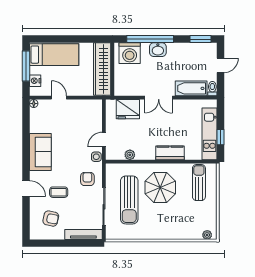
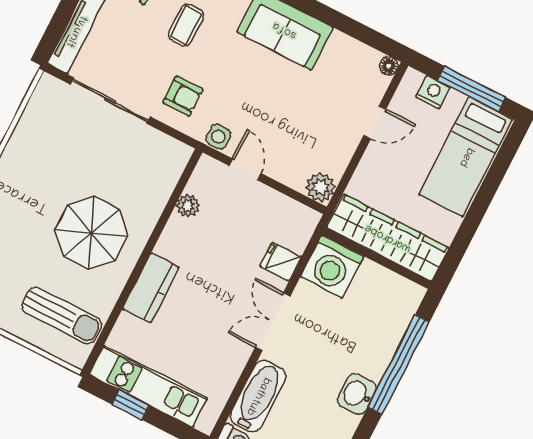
washbasin: (158, 50) -> (357, 394), moved
washing machine: (130, 53) -> (332, 266), moved, turned -90
plant: (96, 106) -> (321, 187), added
fridge: (128, 109) -> (281, 262), width x0.53, depth x0.75
sun lounger: (129, 200) -> (98, 158), removed

